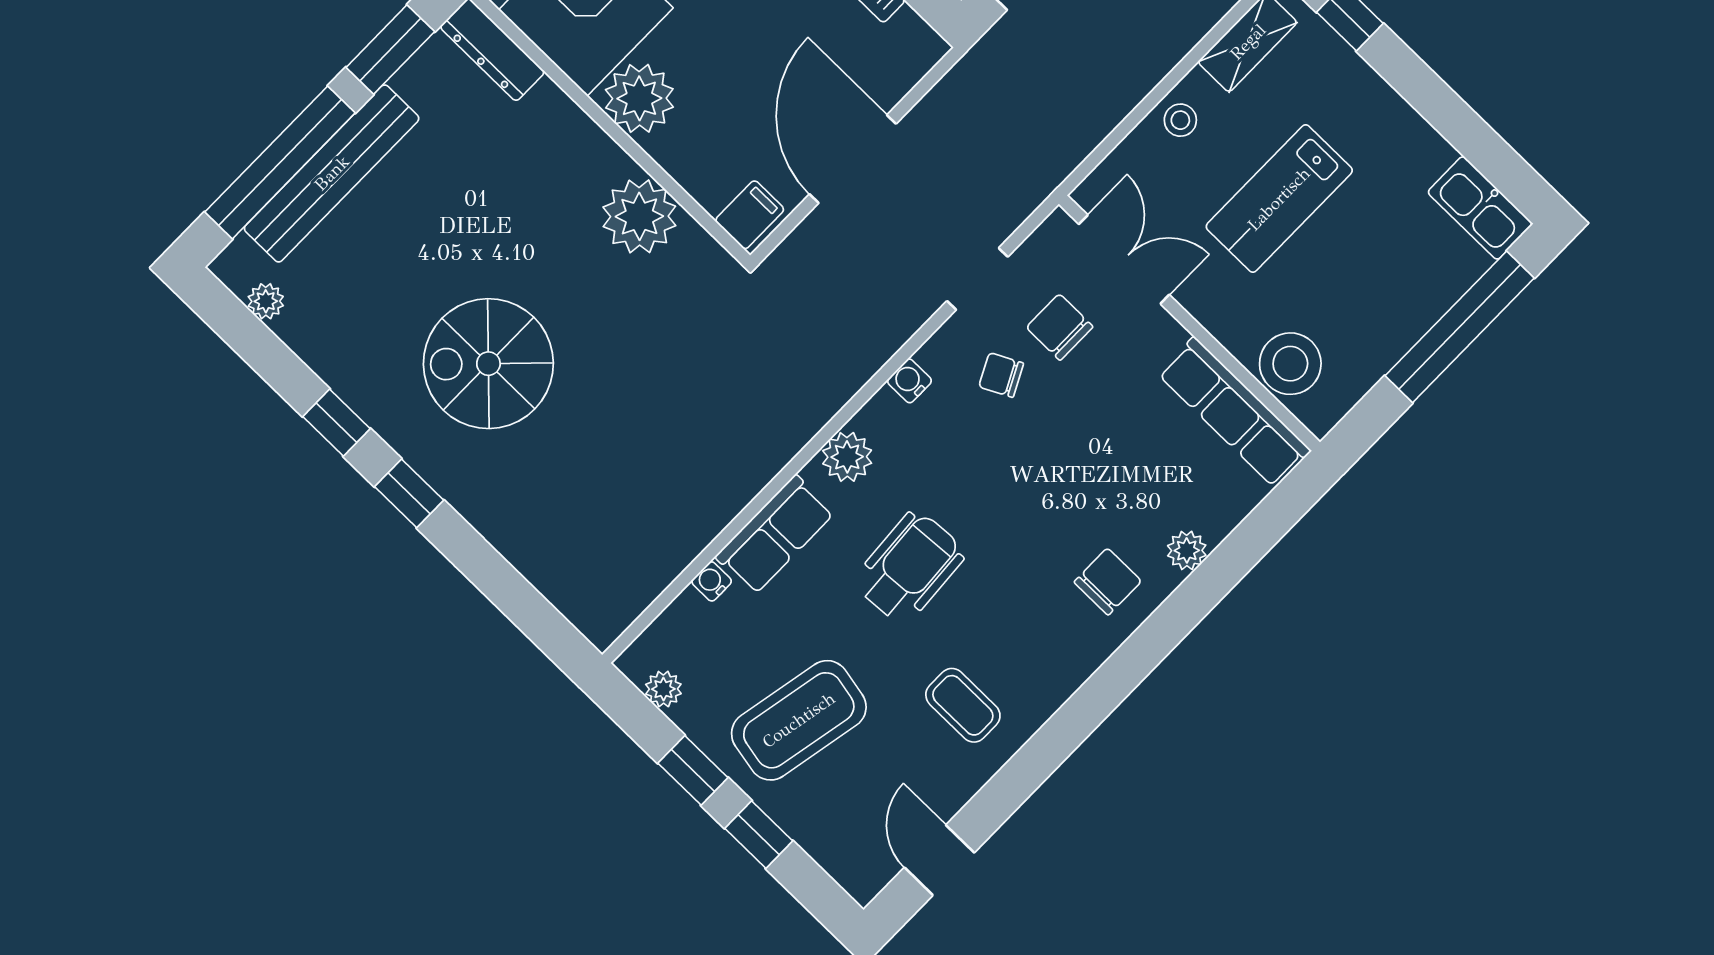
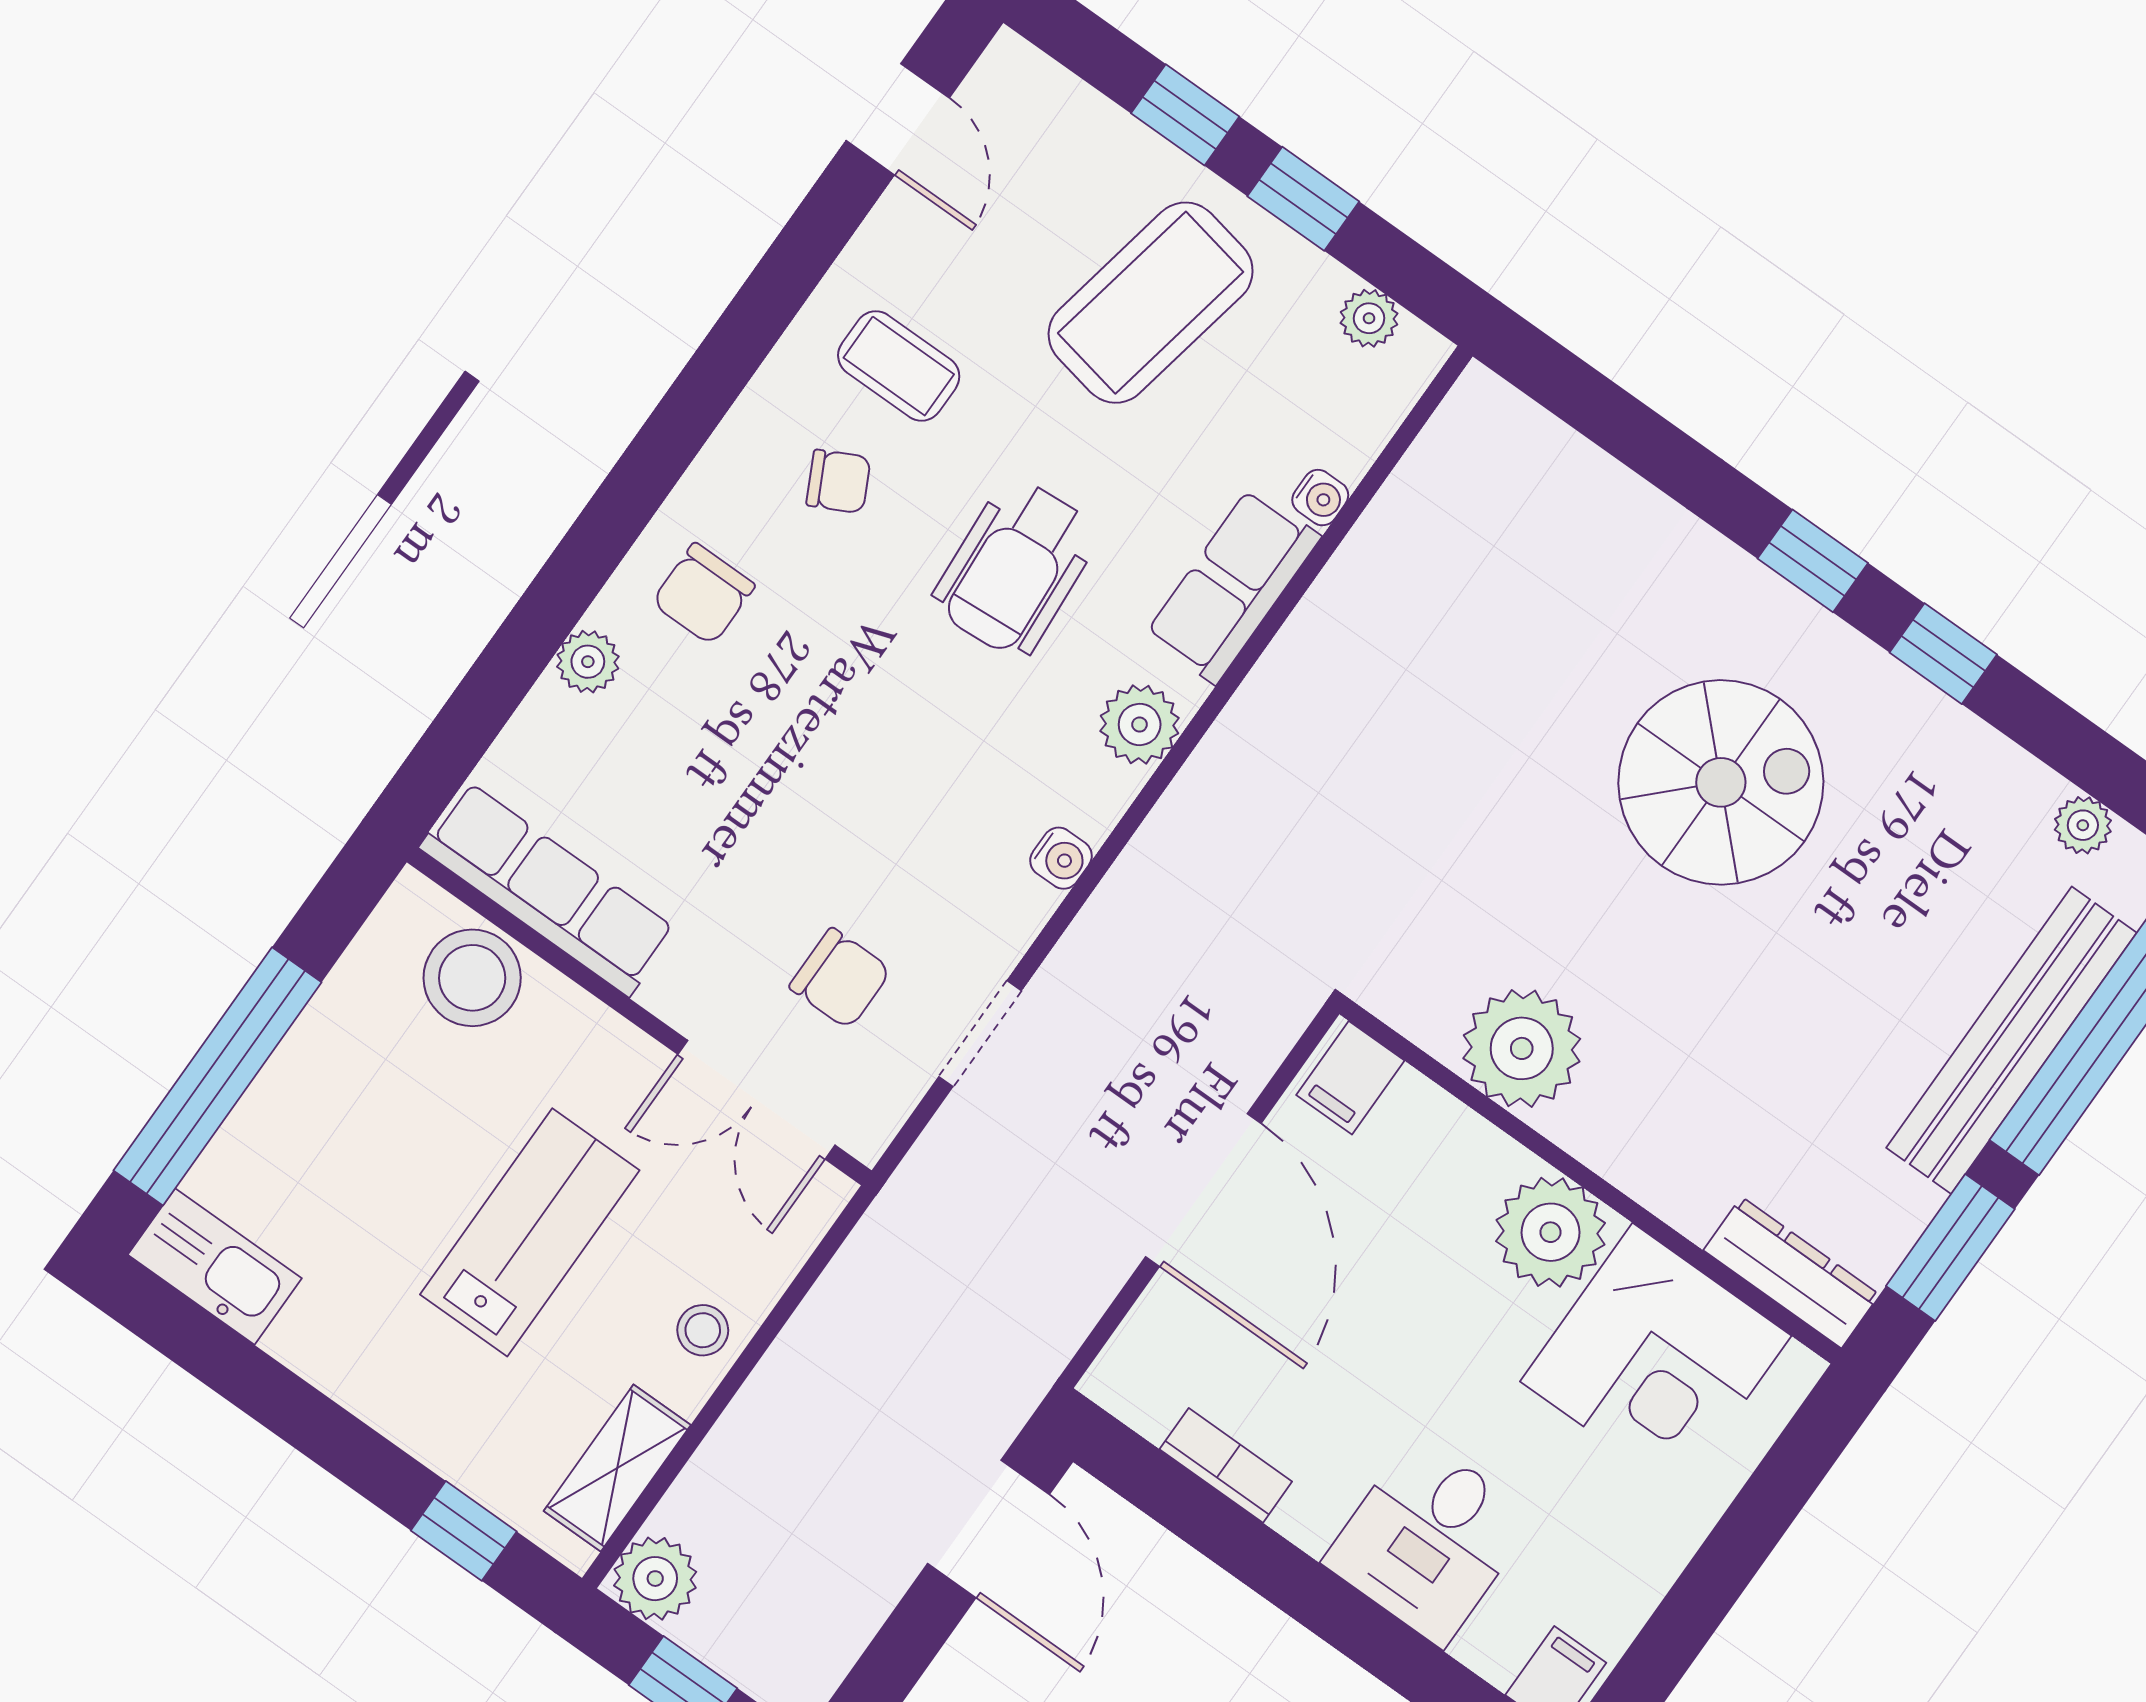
chair: (1001, 375) -> (838, 481), moved

